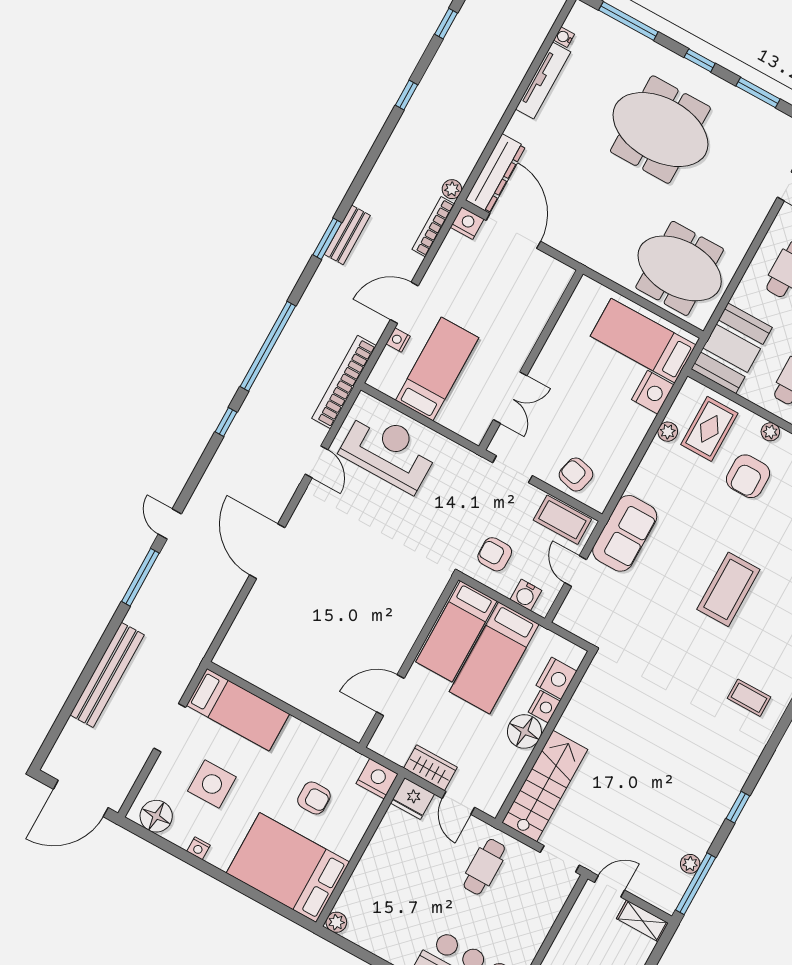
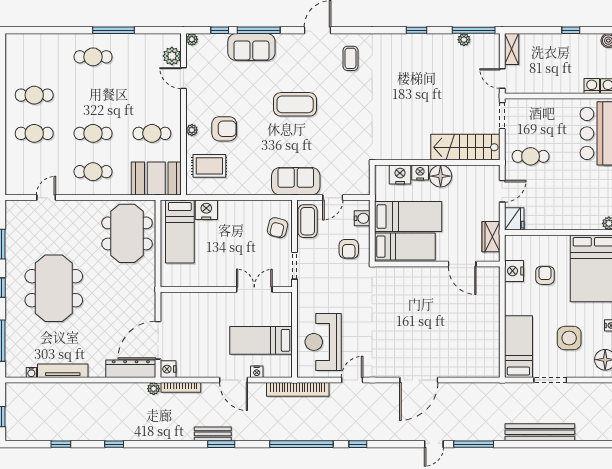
plant: (668, 432) -> (224, 189), removed
wardrobe: (430, 768) -> (491, 237), moved
nightstand: (377, 779) -> (514, 271), moved

